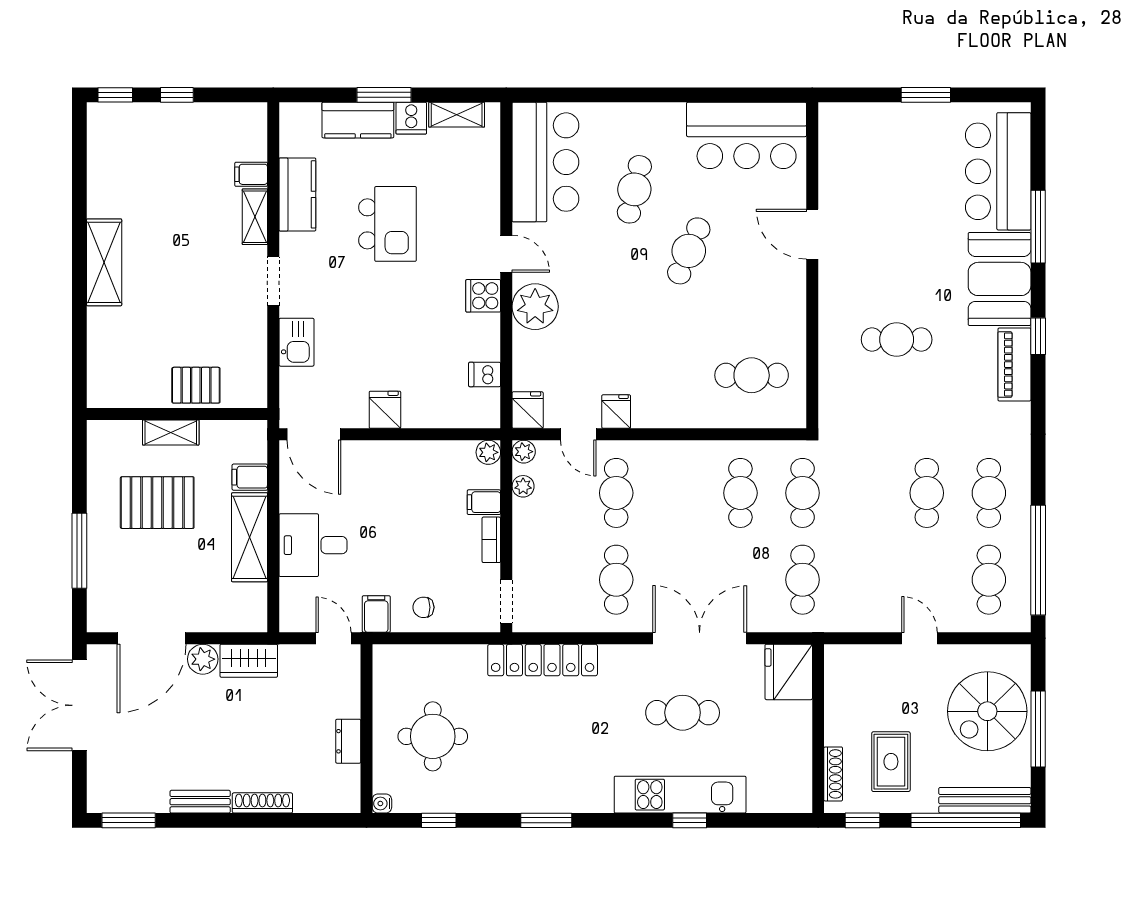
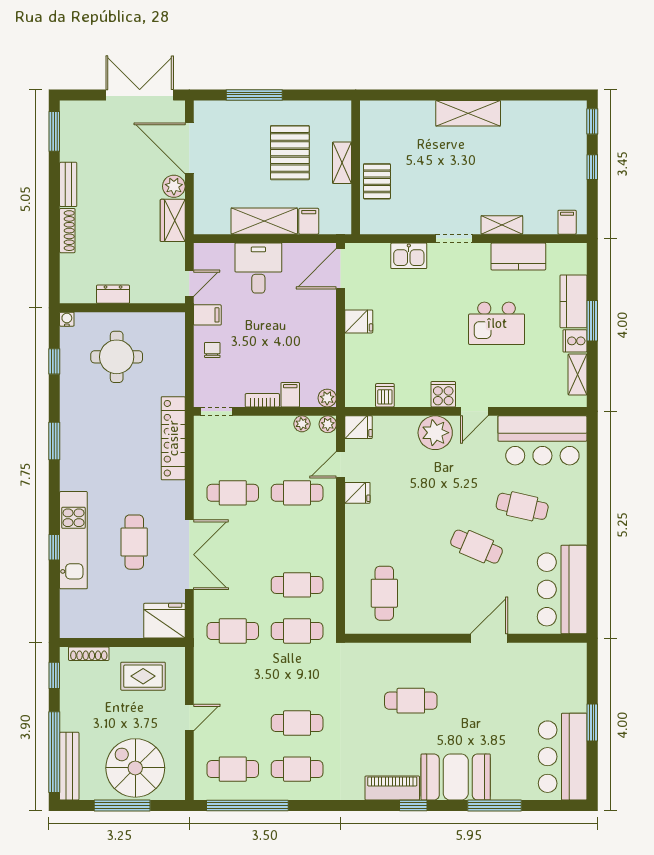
bar counter: (998, 171) -> (563, 757), moved, turned -90
filing cabinet: (251, 174) -> (567, 222), moved
cafe table: (897, 340) -> (411, 701), turned 90
rug: (891, 762) -> (143, 676), moved

